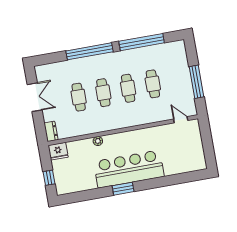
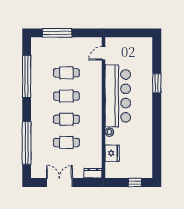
window: (90, 51) -> (27, 143), moved
window: (196, 82) -> (57, 33), moved
fridge: (58, 151) -> (112, 153), moved
bar counter: (129, 169) -> (118, 96), moved, turned 180
window: (123, 189) -> (157, 83), moved

